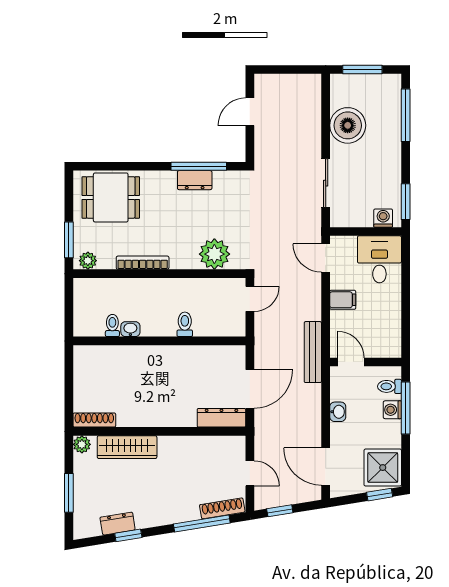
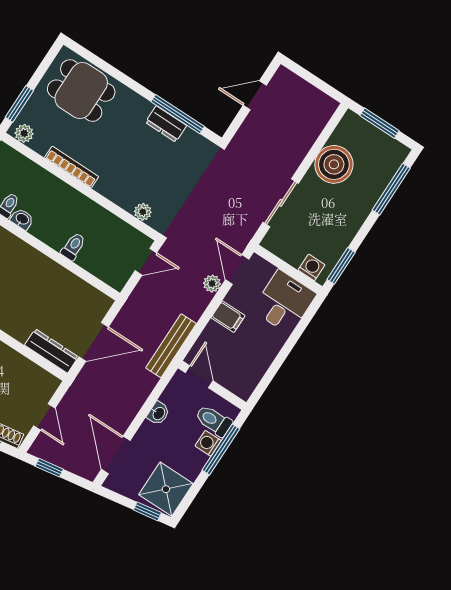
plant: (214, 254) -> (143, 212), width x0.53, depth x0.53
plant: (313, 282) -> (212, 284), added
toilet: (390, 386) -> (214, 421), width x1.37, depth x1.39

